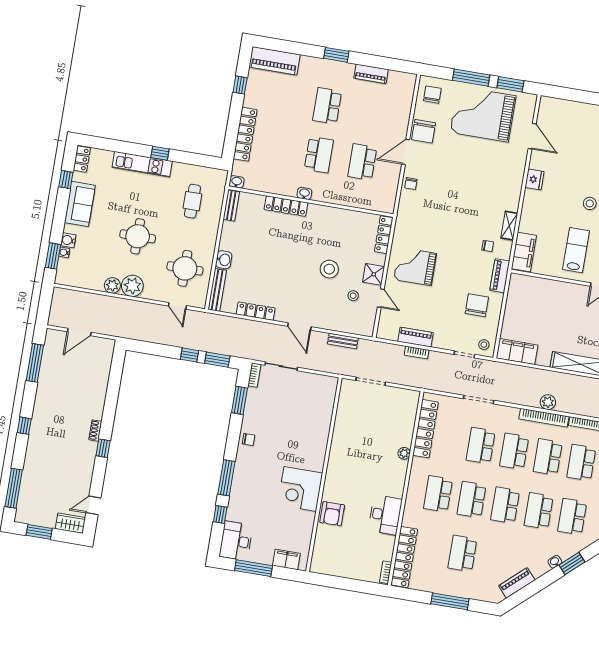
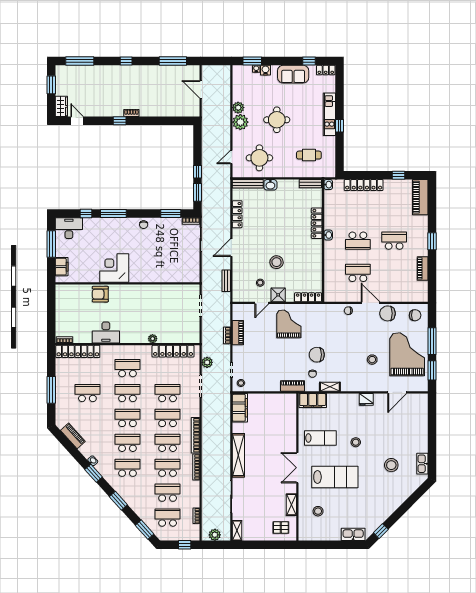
stool: (482, 162) -> (372, 360), added
chair: (477, 305) -> (317, 355), moved, turned 180
plant: (548, 402) -> (207, 362), moved

